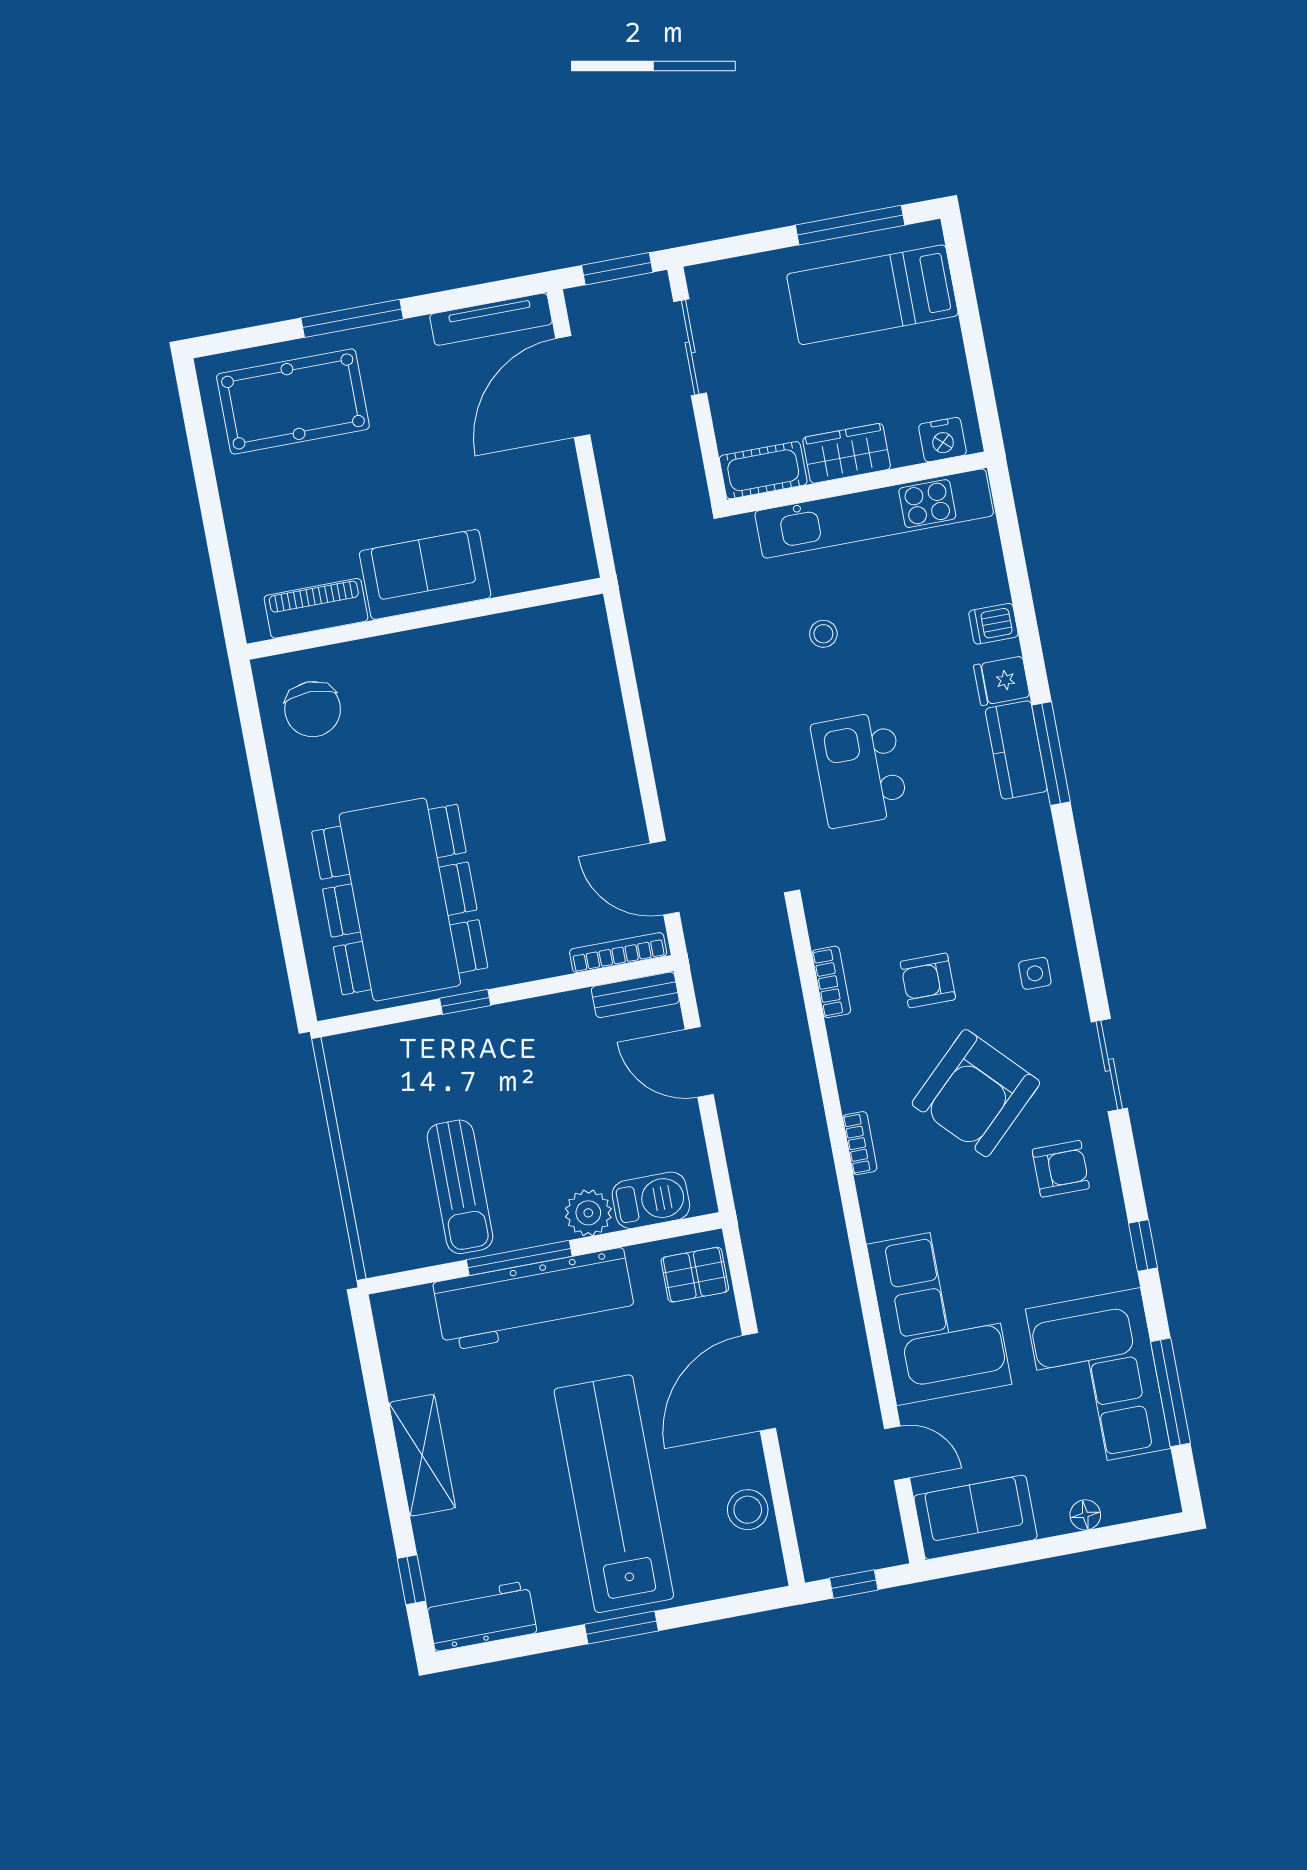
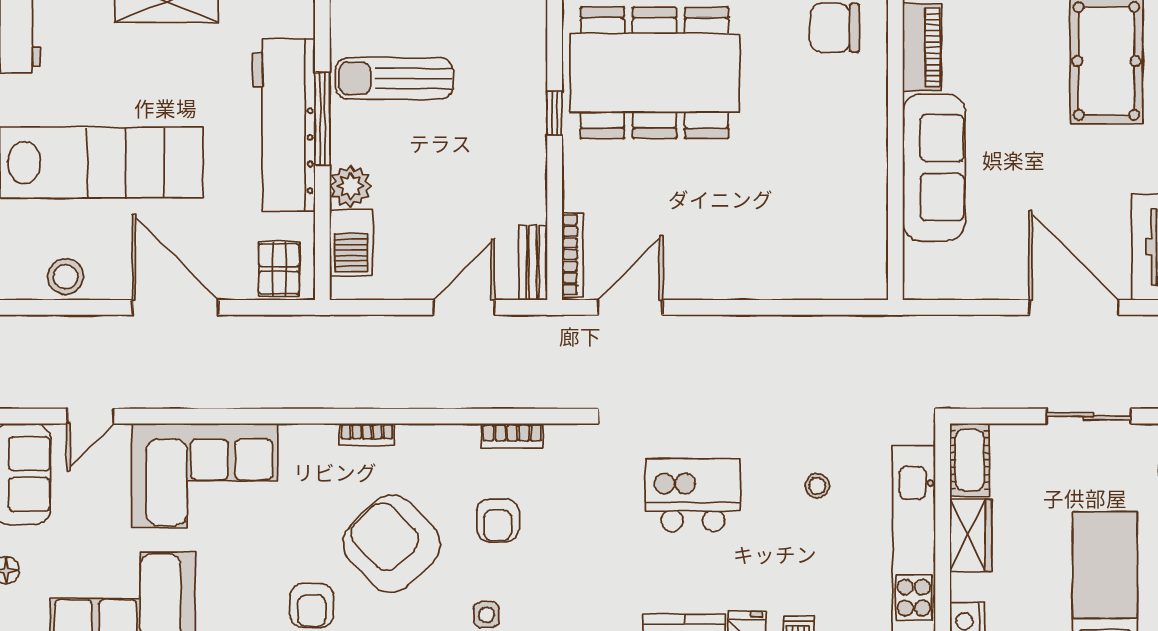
sofa: (425, 574) -> (934, 167), width x1.36
armchair: (928, 980) -> (498, 520), turned 180

